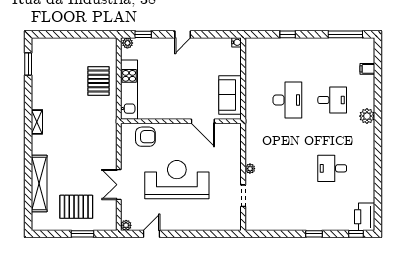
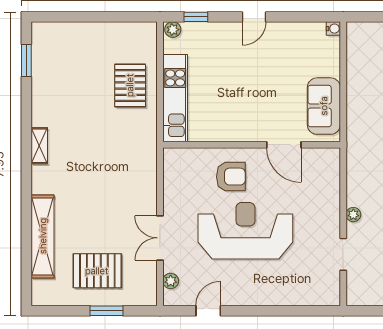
armchair: (145, 137) -> (231, 177), moved
plant: (126, 225) -> (171, 281), moved

